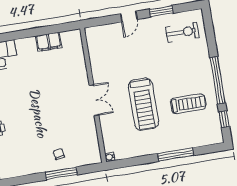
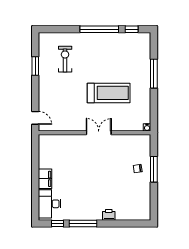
door: (129, 17) -> (35, 118), moved
exercise bike: (182, 32) -> (65, 59), moved
filing cabinet: (49, 42) -> (45, 179), moved
treadmill: (188, 104) -> (114, 56), removed

